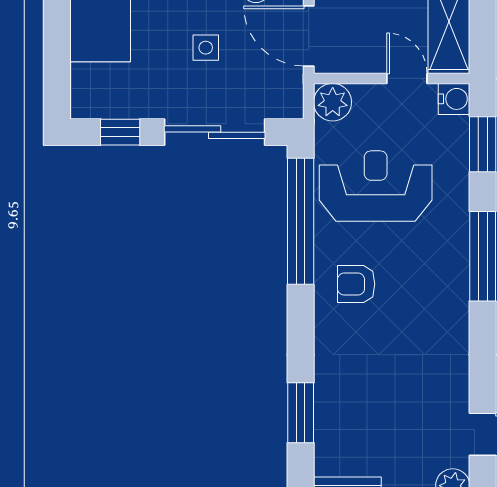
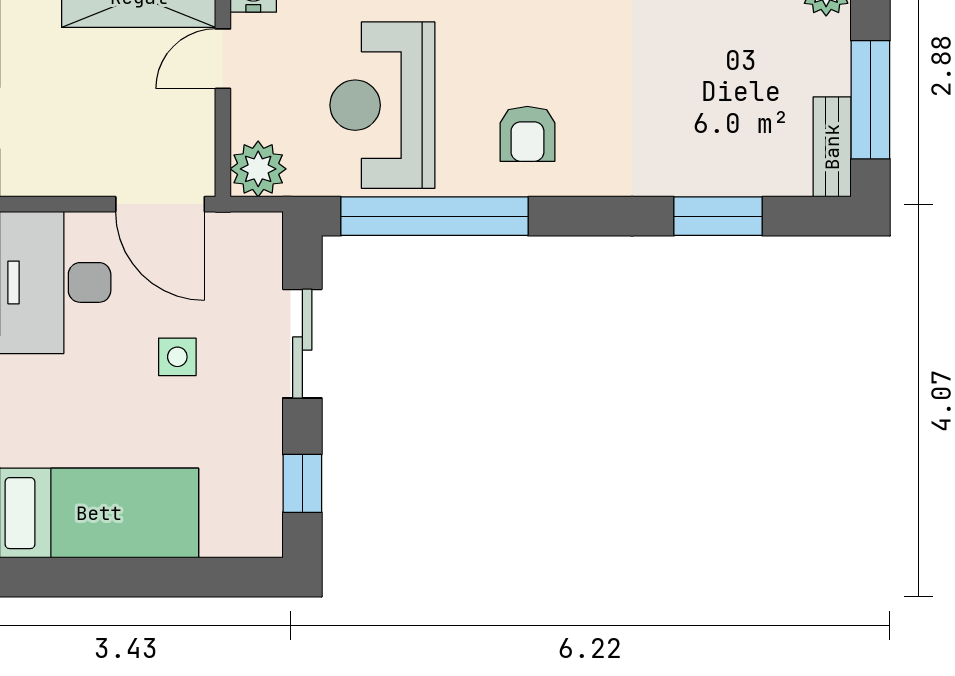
door: (309, 36) -> (160, 204), hinge flipped
sliding door: (215, 132) -> (302, 344), width x0.73

